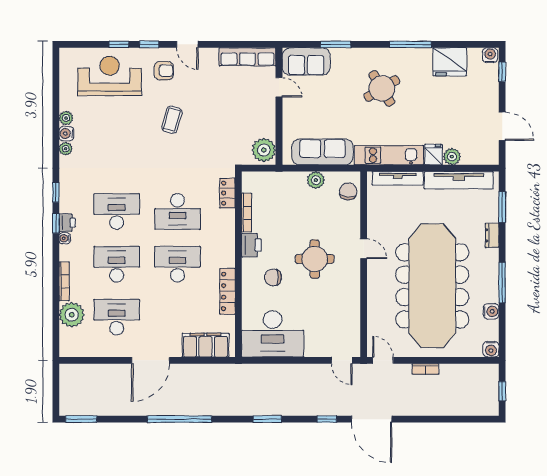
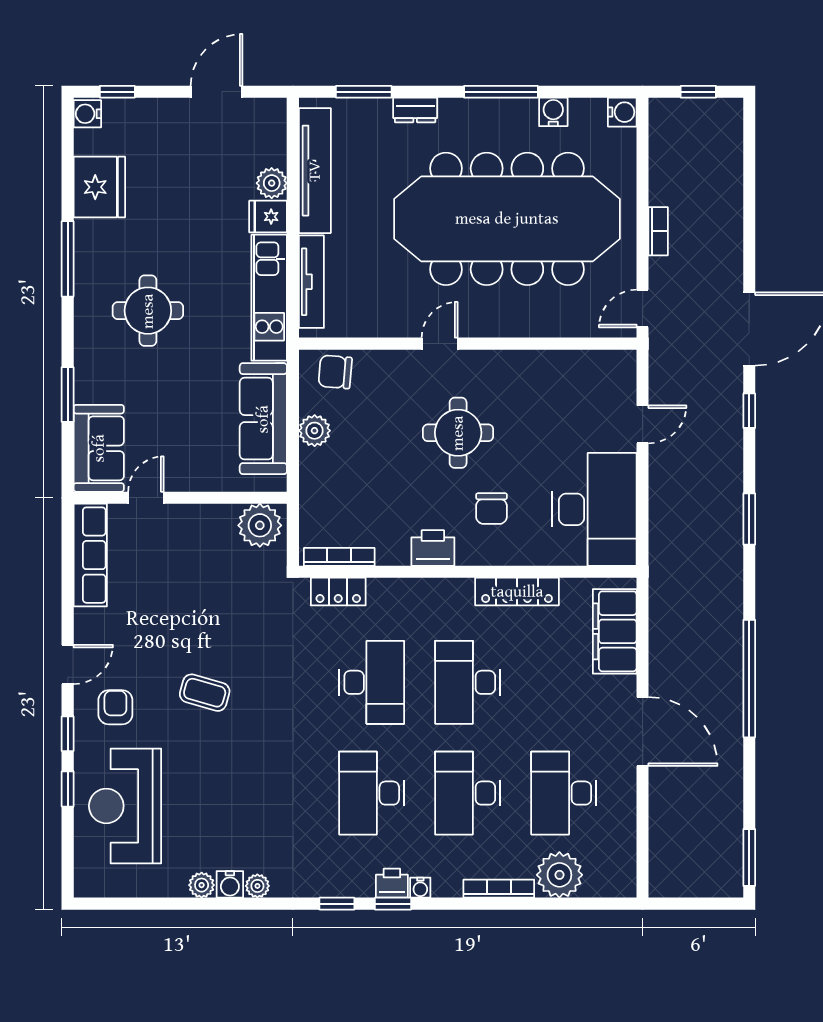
round table: (382, 89) -> (148, 311), turned 31
bookcase: (246, 213) -> (339, 557), moved
door: (342, 360) -> (643, 424), moved

